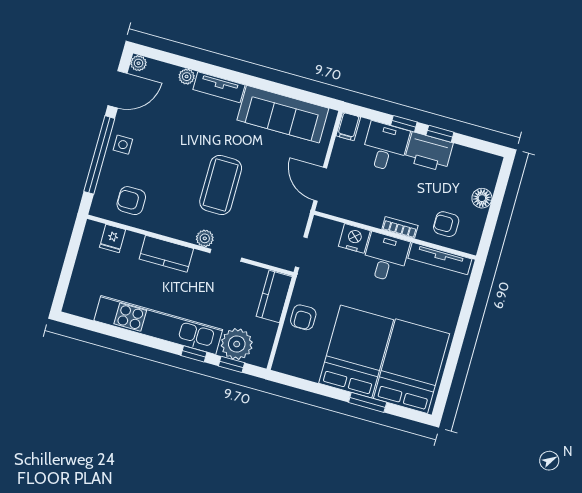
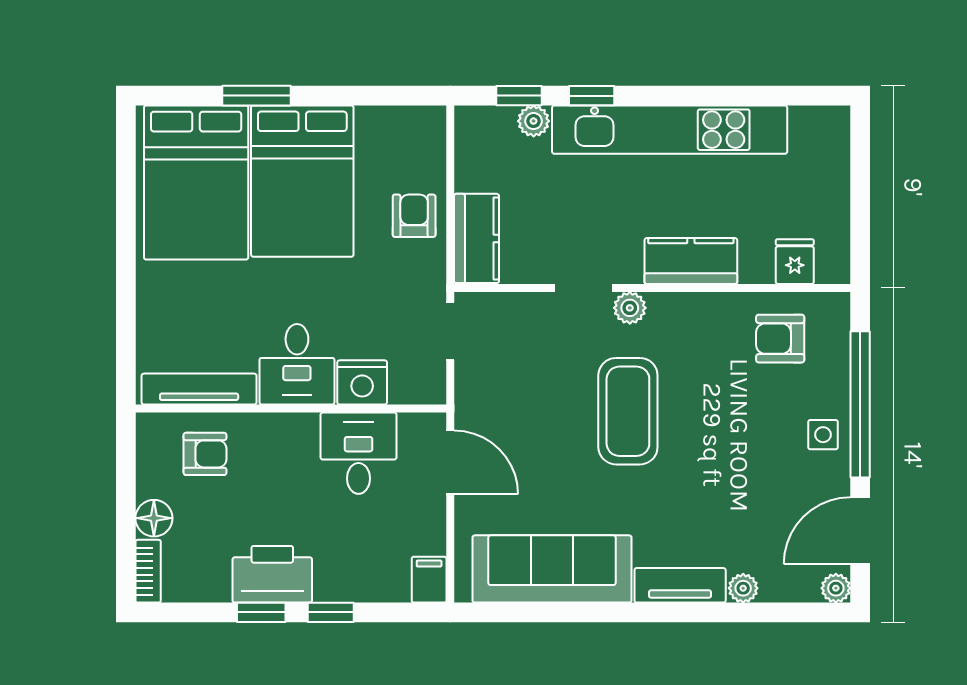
desk: (385, 147) -> (359, 453), moved, turned 180
armchair: (131, 201) -> (780, 339), turned 180
bookcase: (400, 227) -> (148, 571), moved, turned -90
plant: (237, 344) -> (534, 121), width x0.53, depth x0.53

